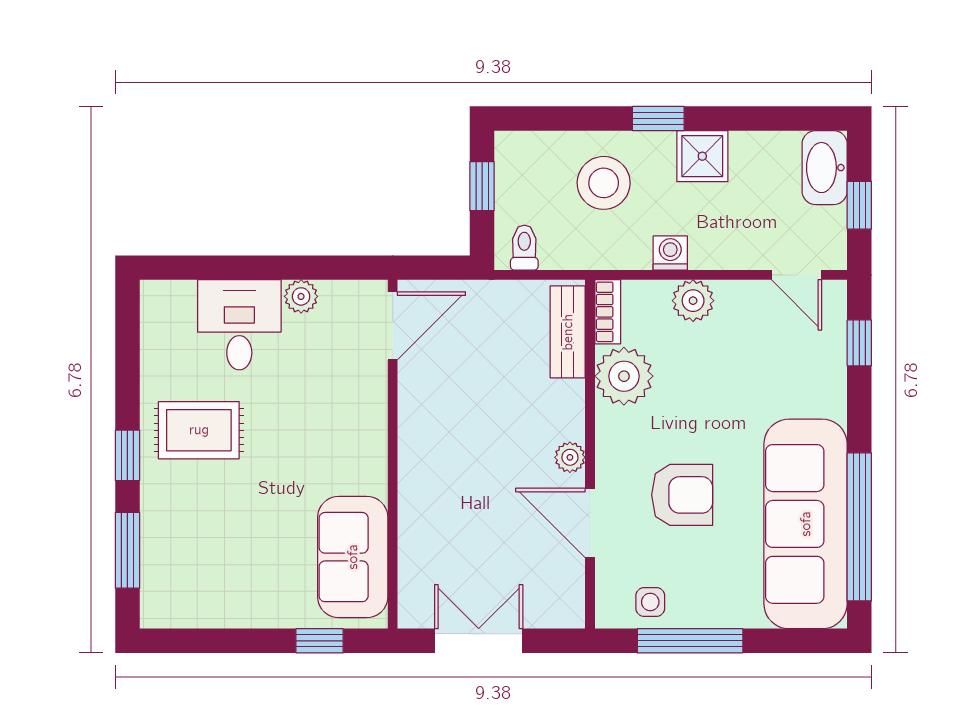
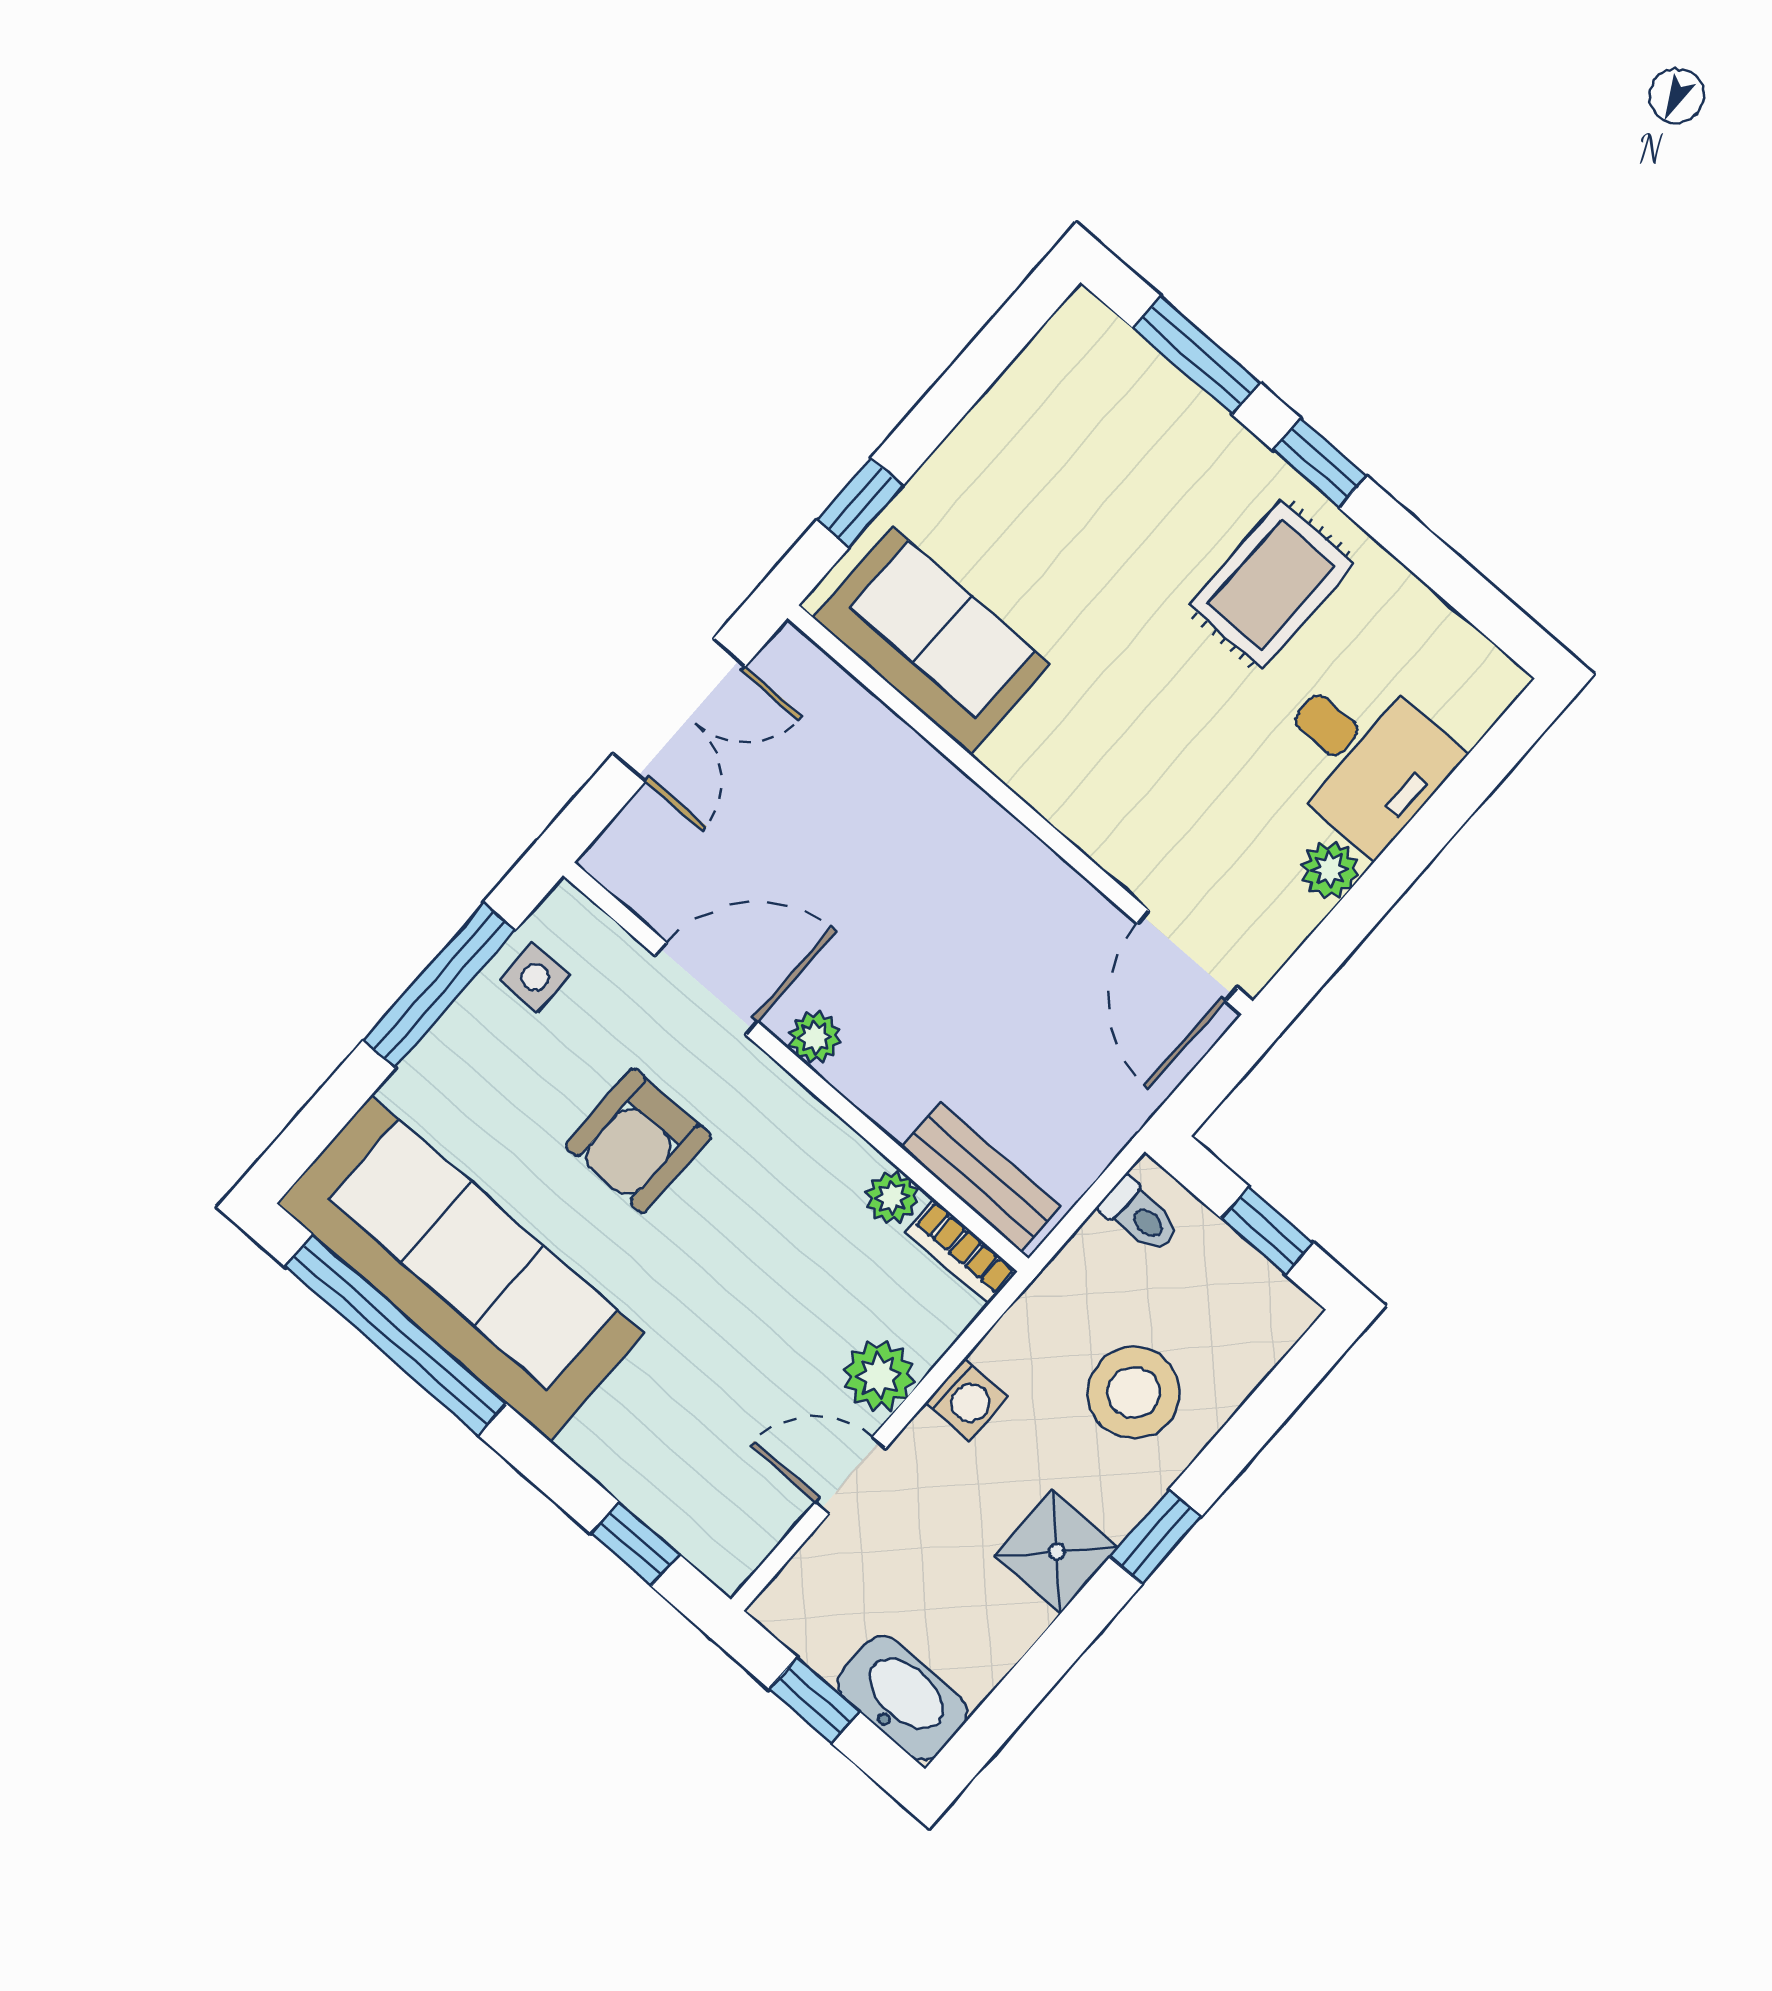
door: (796, 275) -> (851, 1475), moved
plant: (624, 376) -> (892, 1197), width x0.53, depth x0.53

